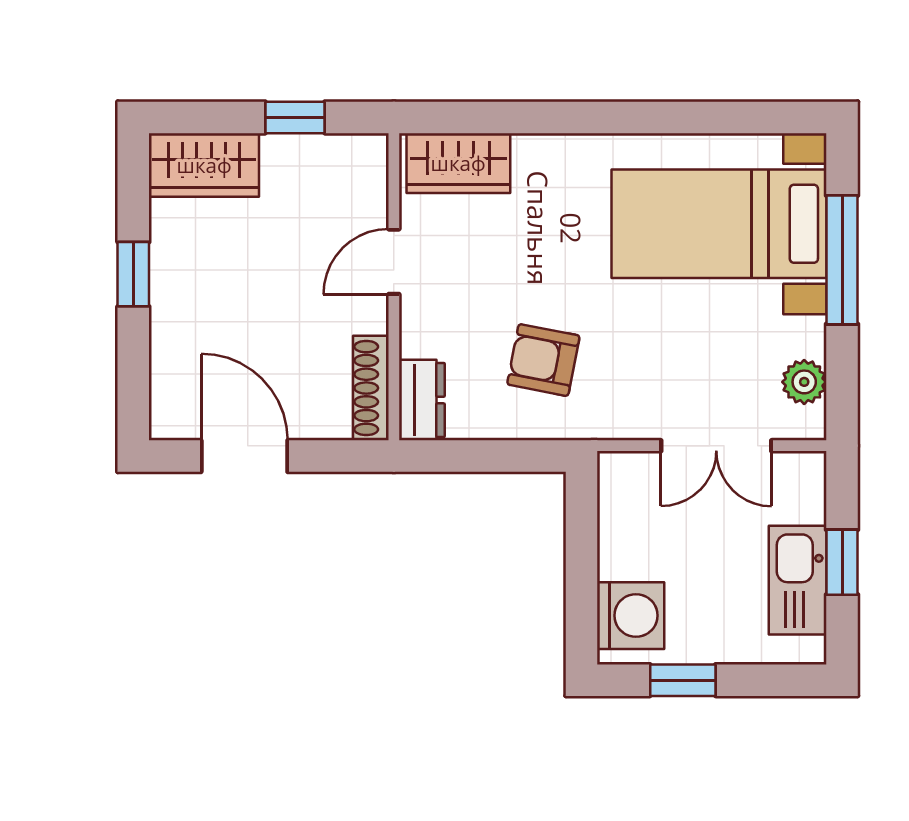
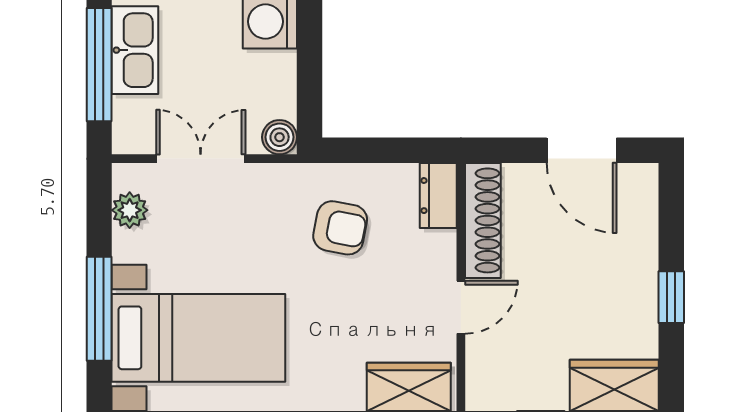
shoe rack: (371, 388) -> (483, 220), width x1.36, depth x1.24
boiler: (619, 472) -> (280, 137), added
window: (842, 562) -> (99, 65), width x2.17

